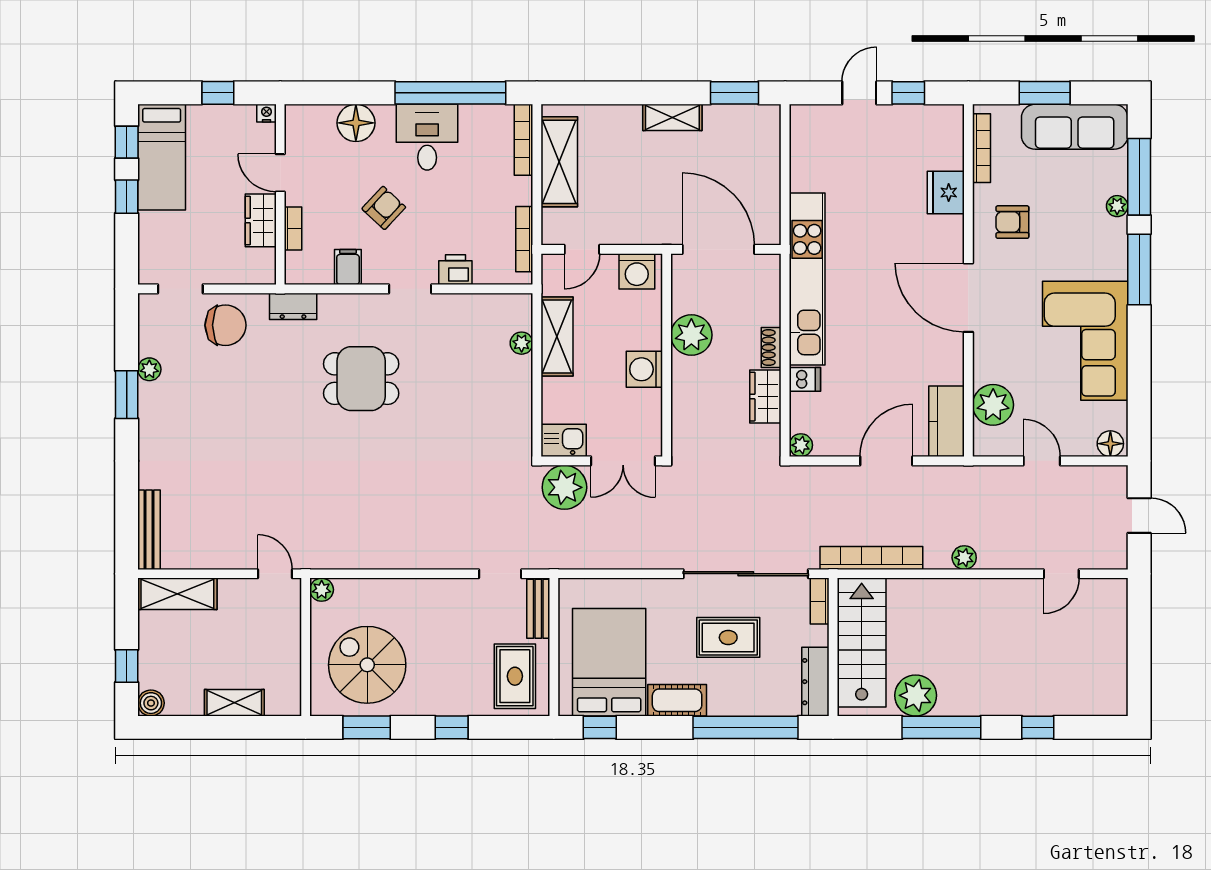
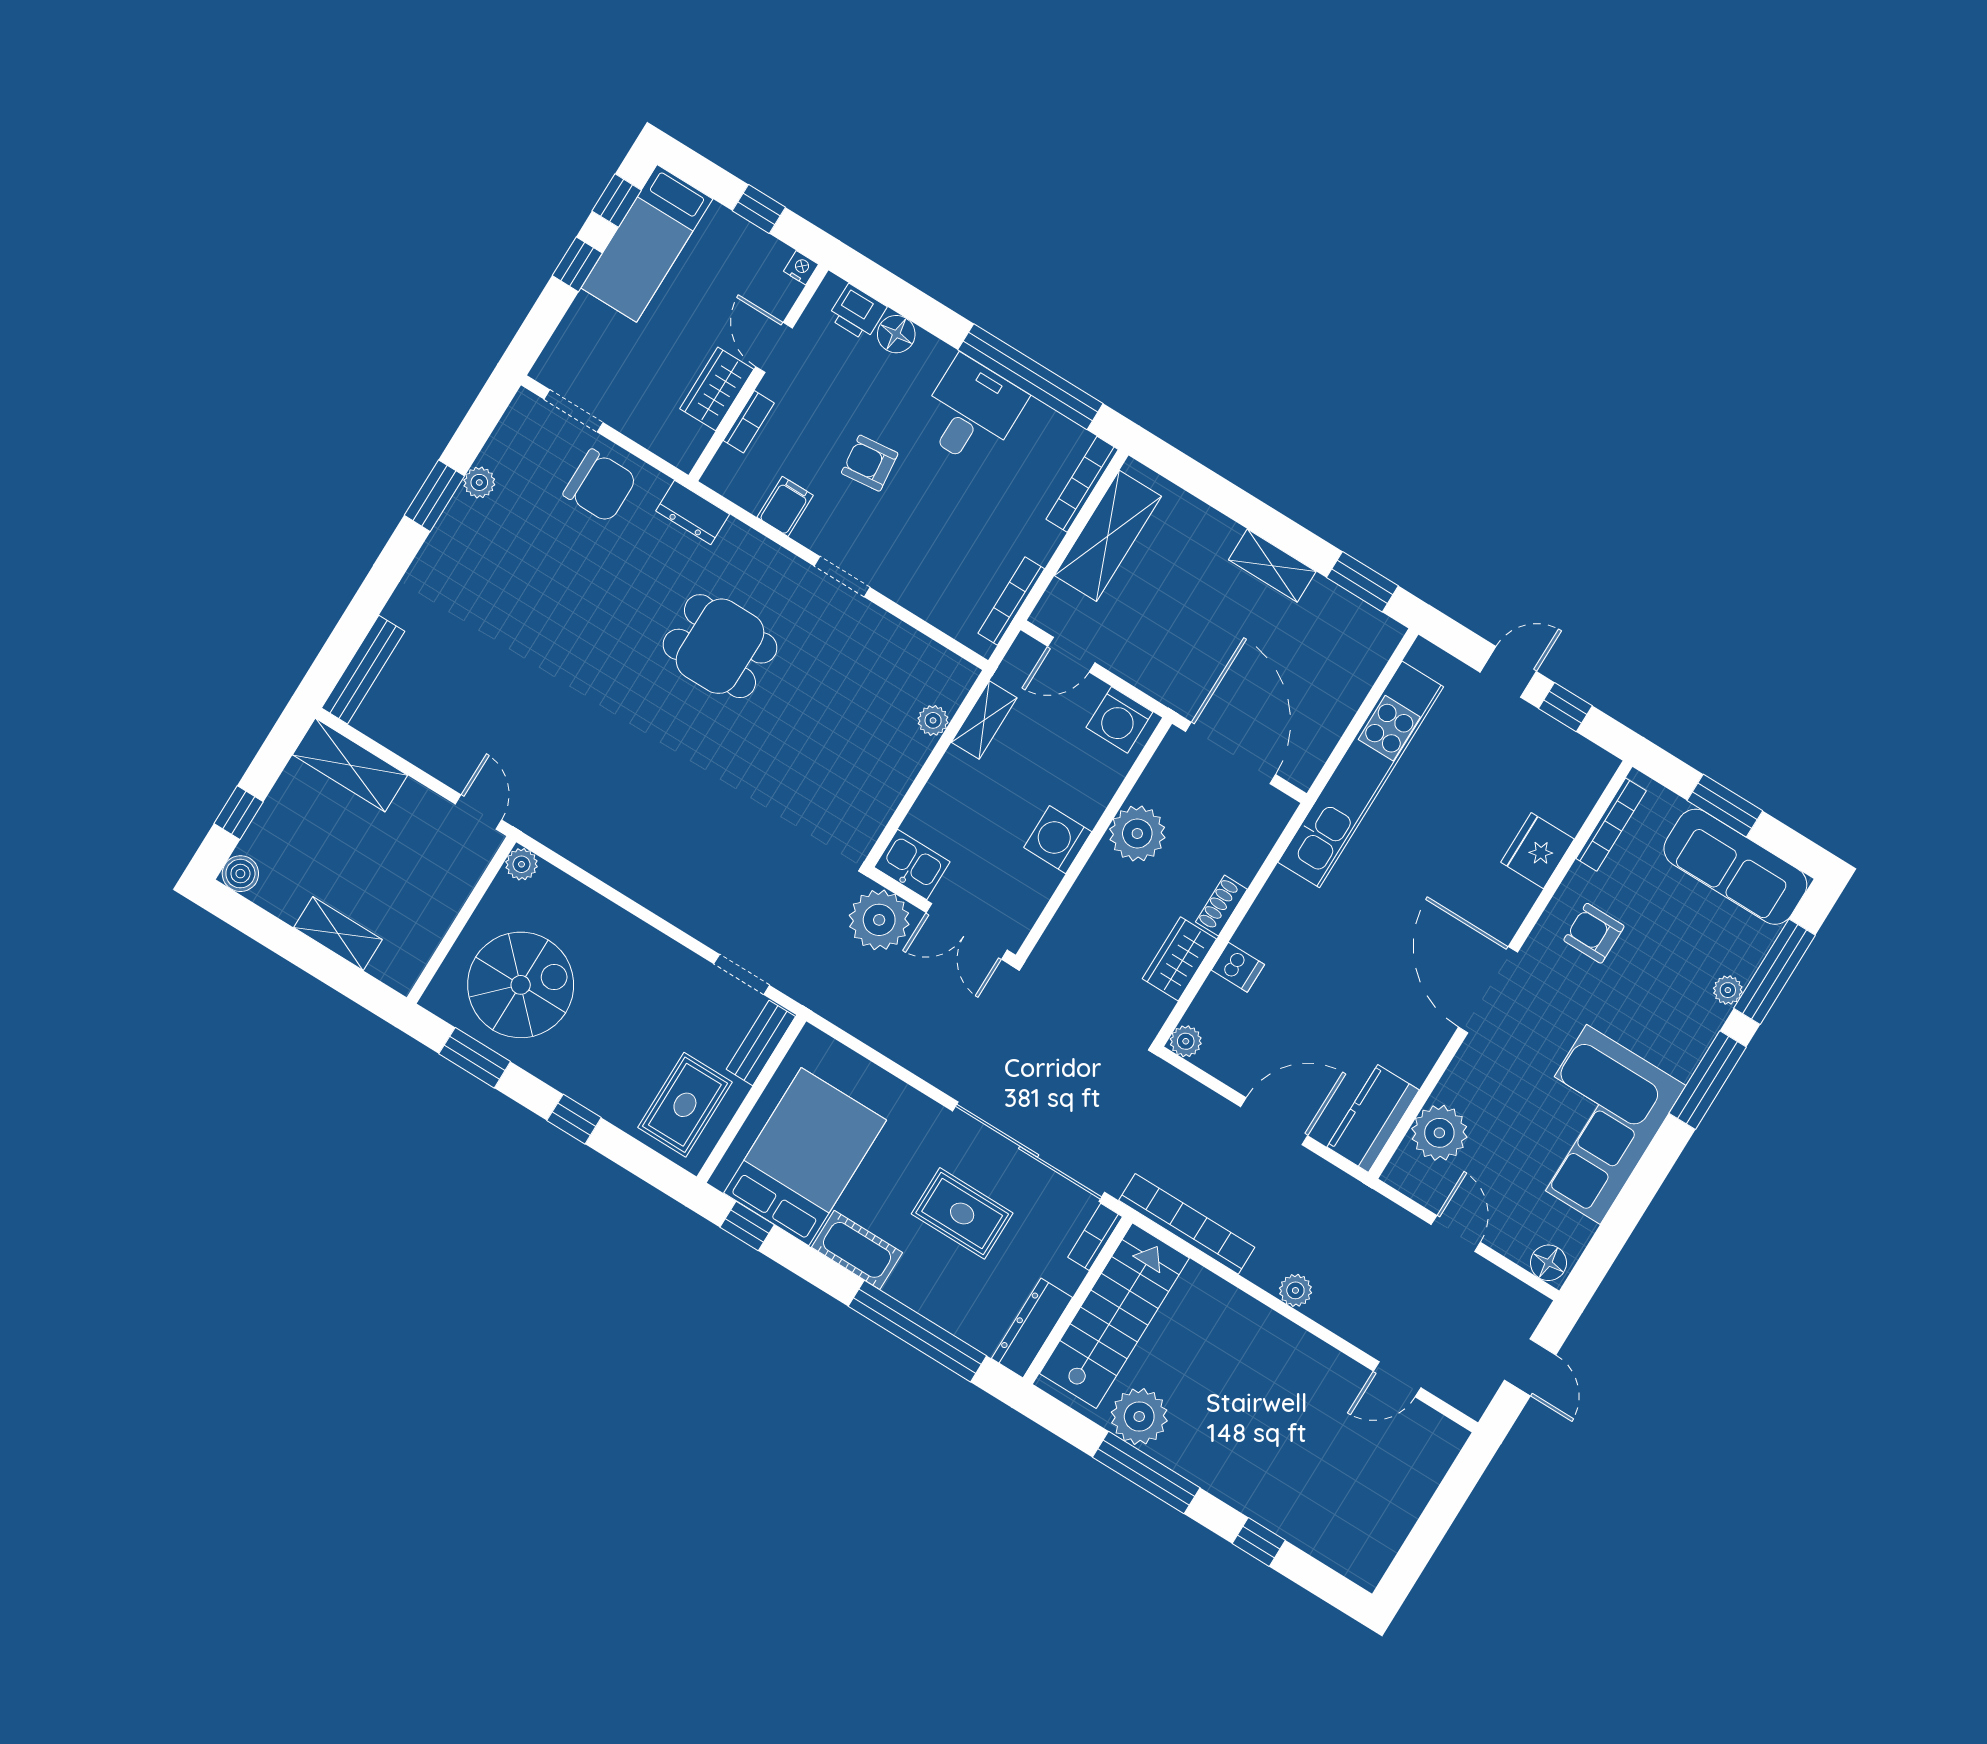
floor lamp: (356, 123) -> (896, 334), width x0.73, depth x0.73
armchair: (384, 208) -> (870, 463), turned -139
printer: (455, 270) -> (857, 312), moved, turned 180
kitchen unit: (807, 279) -> (1361, 774), moved
shelving: (557, 336) -> (984, 720), width x0.67, depth x0.75
spiral stairs: (367, 665) -> (521, 985), turned 90

